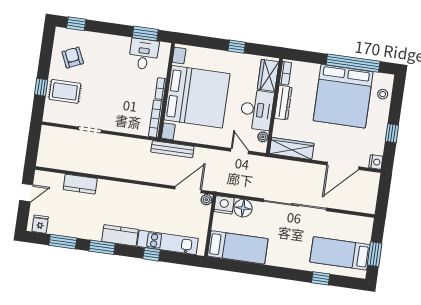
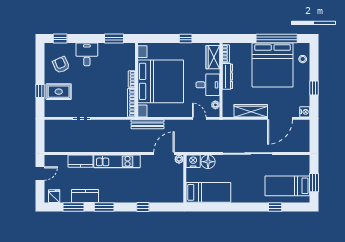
desk: (144, 54) -> (87, 54), moved
desk: (257, 110) -> (208, 85), width x0.73
wardrobe: (292, 148) -> (251, 111), moved
kitchen counter: (120, 235) -> (85, 196), moved
kitchen unit: (168, 242) -> (117, 161), moved, turned 180

